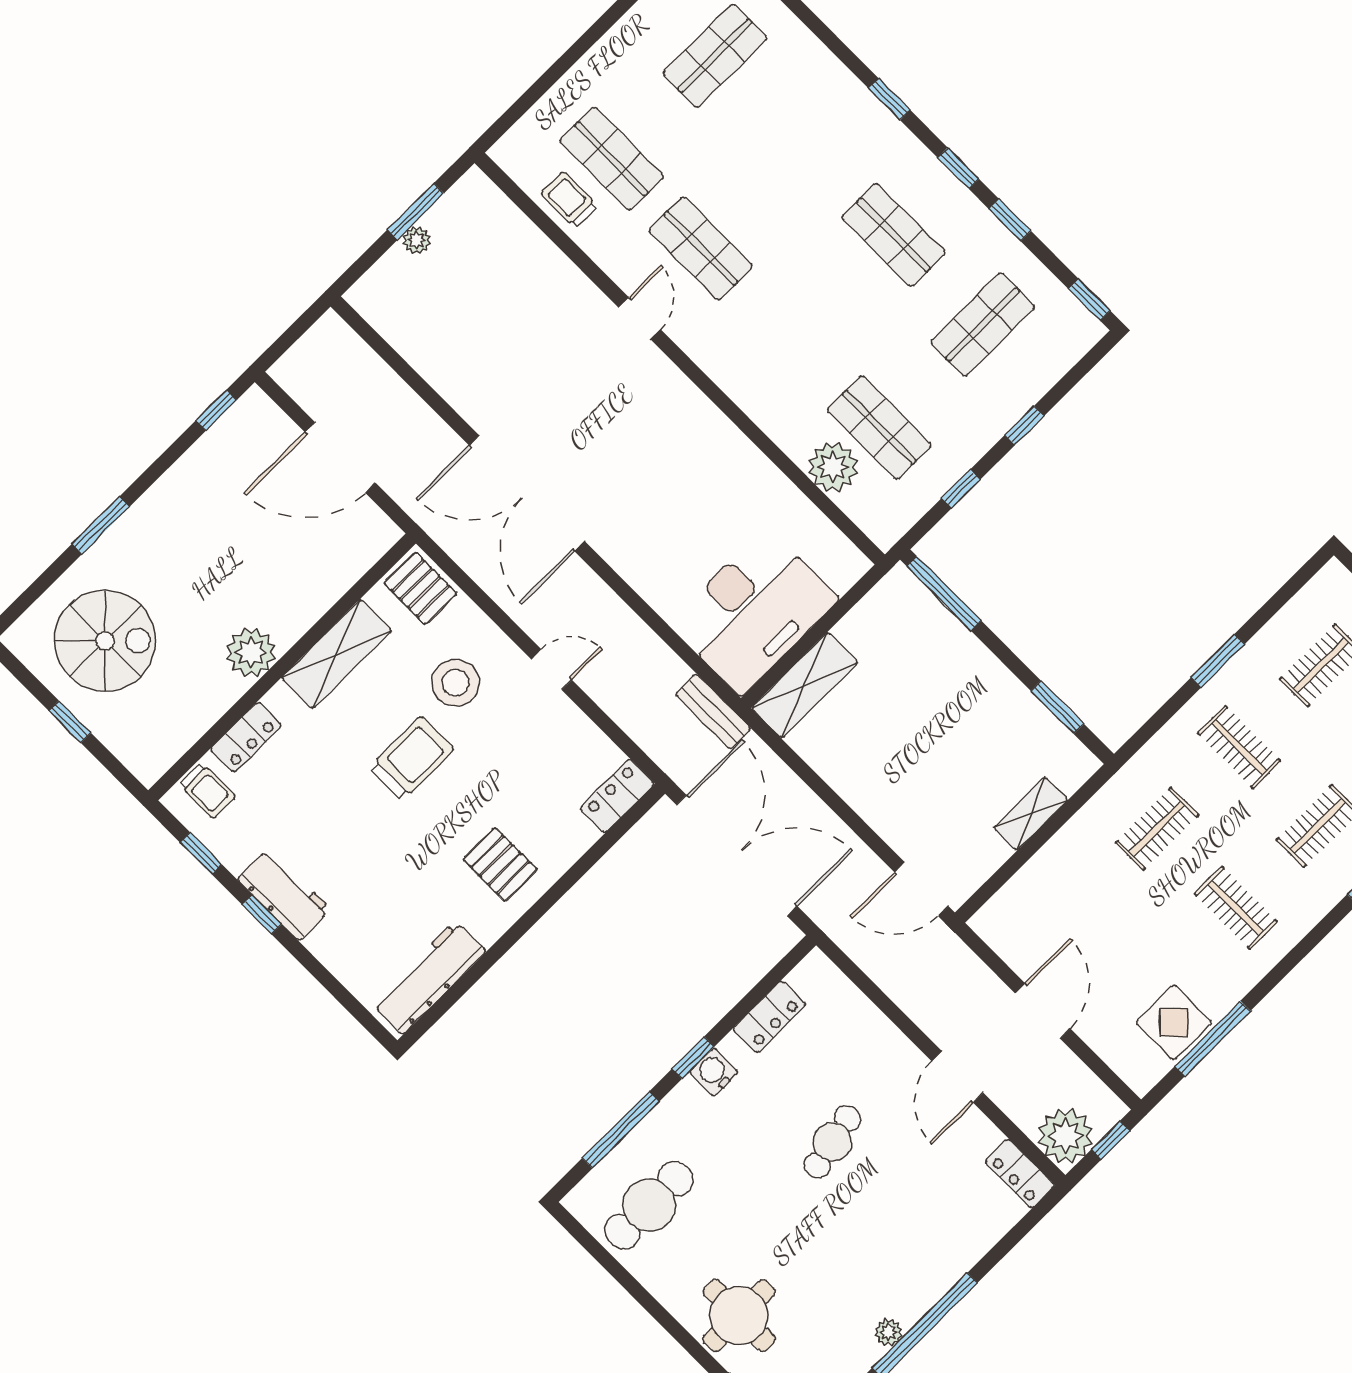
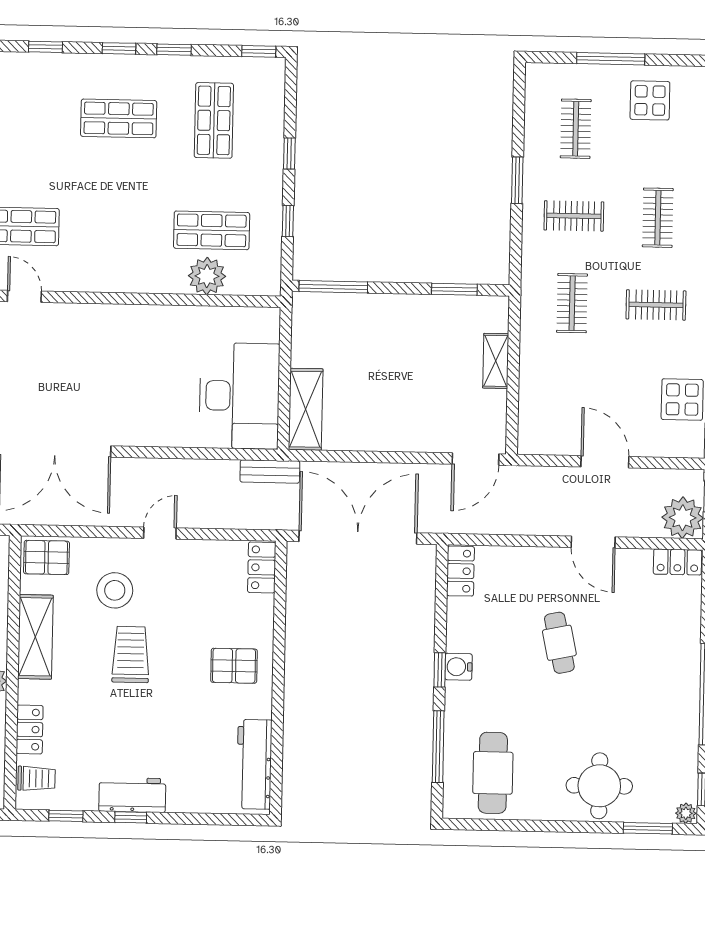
locker: (769, 1017) -> (460, 571), moved
plant: (889, 1332) -> (689, 717), removed

